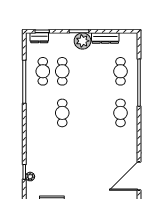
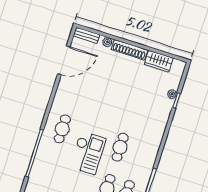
cafe table: (121, 71) -> (49, 170), removed
checkout: (90, 98) -> (88, 153), added

